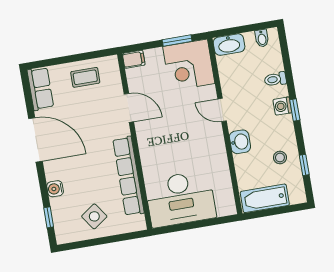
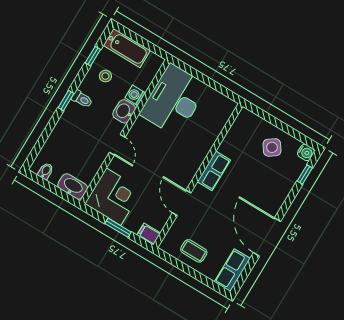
window: (177, 40) -> (118, 228), moved
toilet: (275, 79) -> (82, 99), moved
washing machine: (282, 106) -> (135, 95), moved, turned 180
row of seats: (128, 176) -> (214, 171), width x0.50
water cooler: (55, 189) -> (306, 152), moved
bathtub: (265, 198) -> (127, 48), moved
desk: (180, 199) -> (174, 100), moved, turned -90

